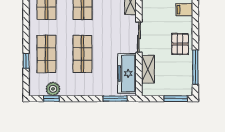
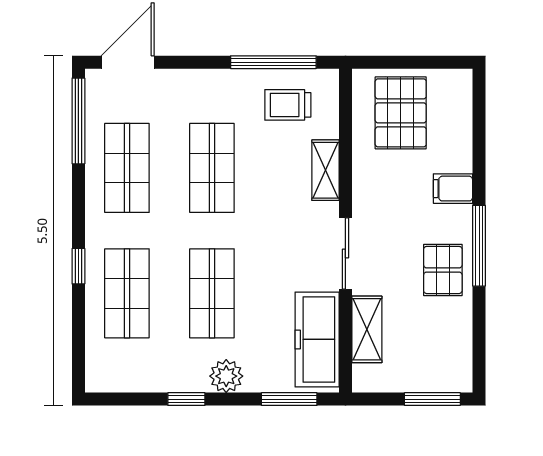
window: (26, 61) -> (78, 266), moved
window: (195, 67) -> (479, 246), moved
plant: (53, 89) -> (226, 376), moved
window: (51, 99) -> (186, 399), moved

